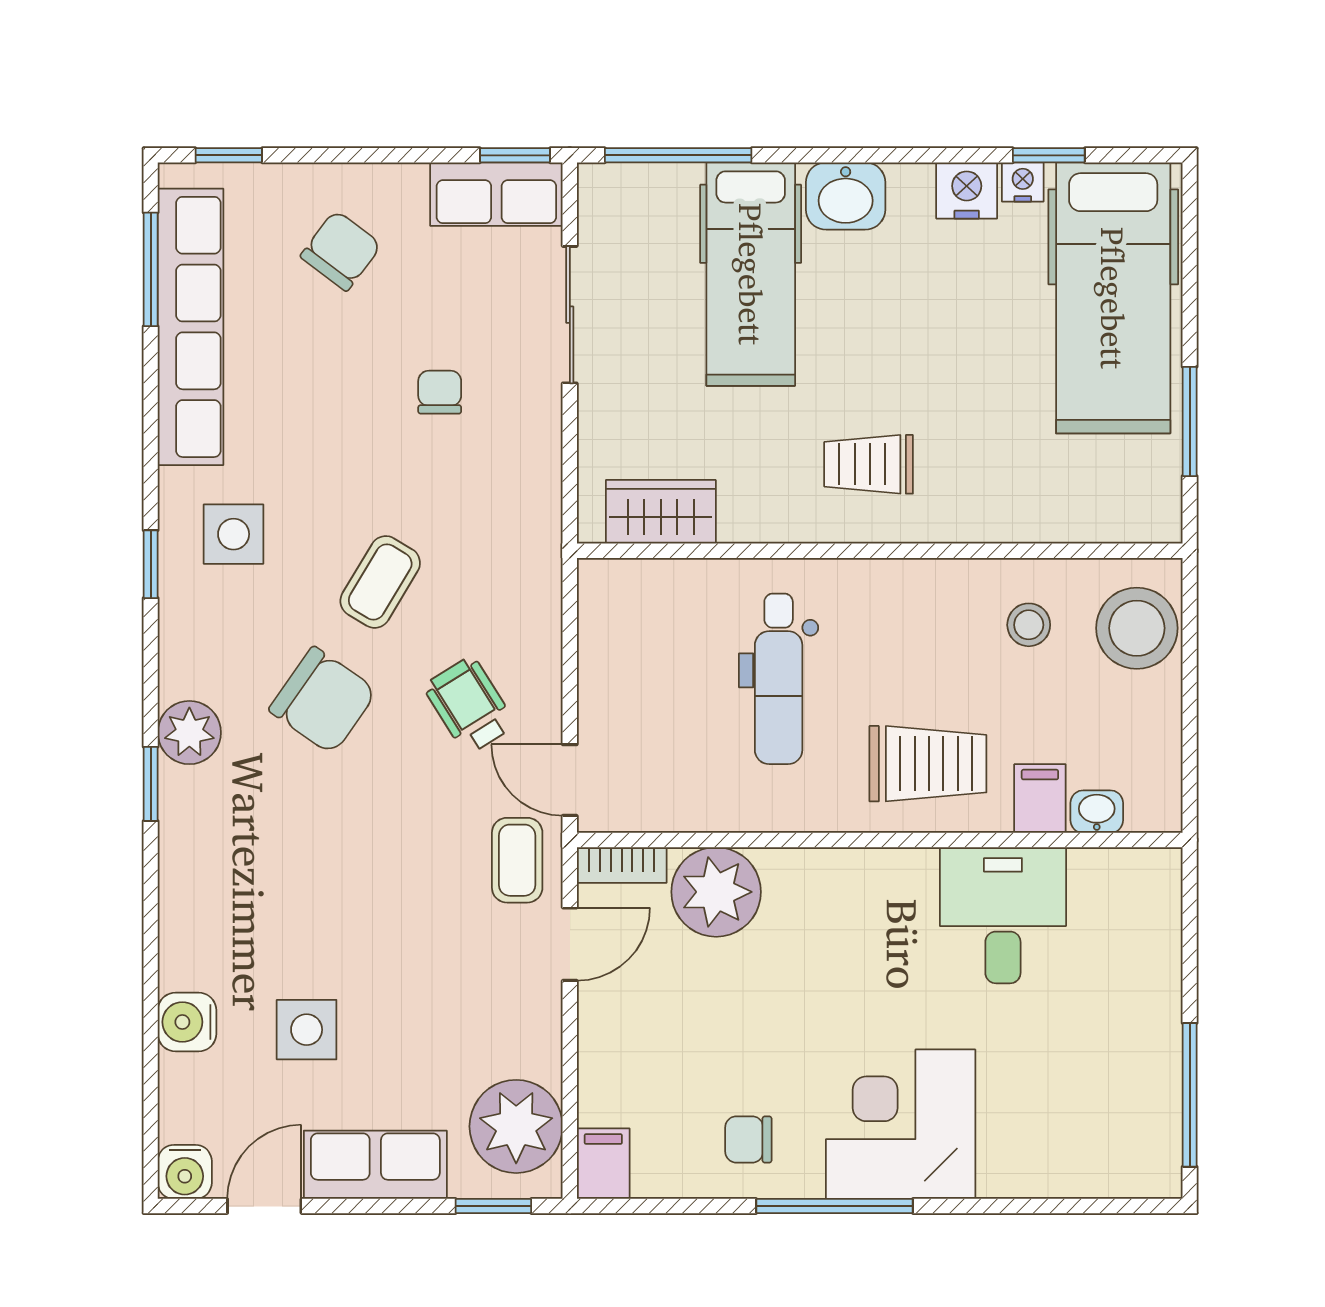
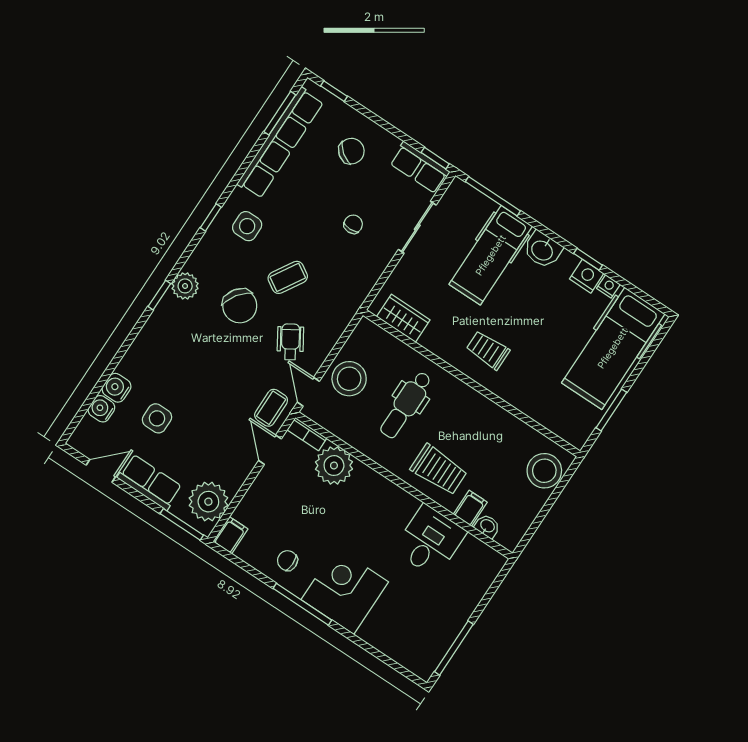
window: (1049, 155) -> (588, 259), moved
stool: (1029, 625) -> (349, 379), moved, width x1.89, depth x1.89
door: (570, 944) -> (270, 450), swing flipped
water cooler: (185, 1172) -> (101, 409), moved, turned 90
window: (493, 1206) -> (182, 524), width x1.50

